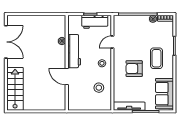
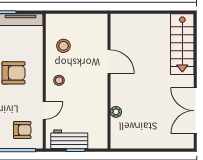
armchair: (128, 28) -> (22, 130), added
workbench: (74, 51) -> (99, 98), removed

